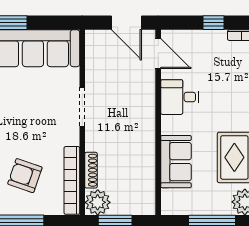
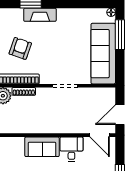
door: (158, 54) -> (100, 135), hinge flipped
sofa: (176, 162) -> (42, 147), moved

